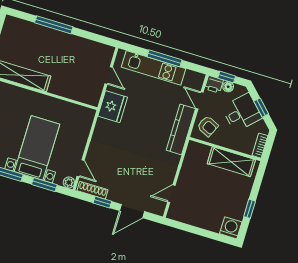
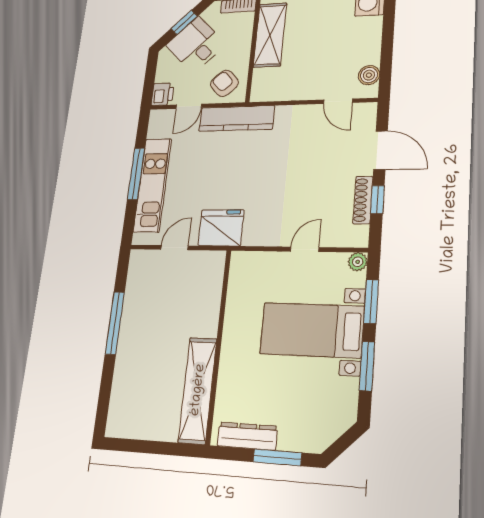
window: (54, 25) -> (115, 323), moved
window: (227, 77) -> (149, 81), removed
floor lamp: (228, 87) -> (163, 74), removed
armchair: (208, 126) -> (224, 83), turned -68
door: (81, 168) -> (305, 249), moved
shoe rack: (93, 190) -> (363, 200), moved
boiler: (182, 216) -> (369, 75), added

